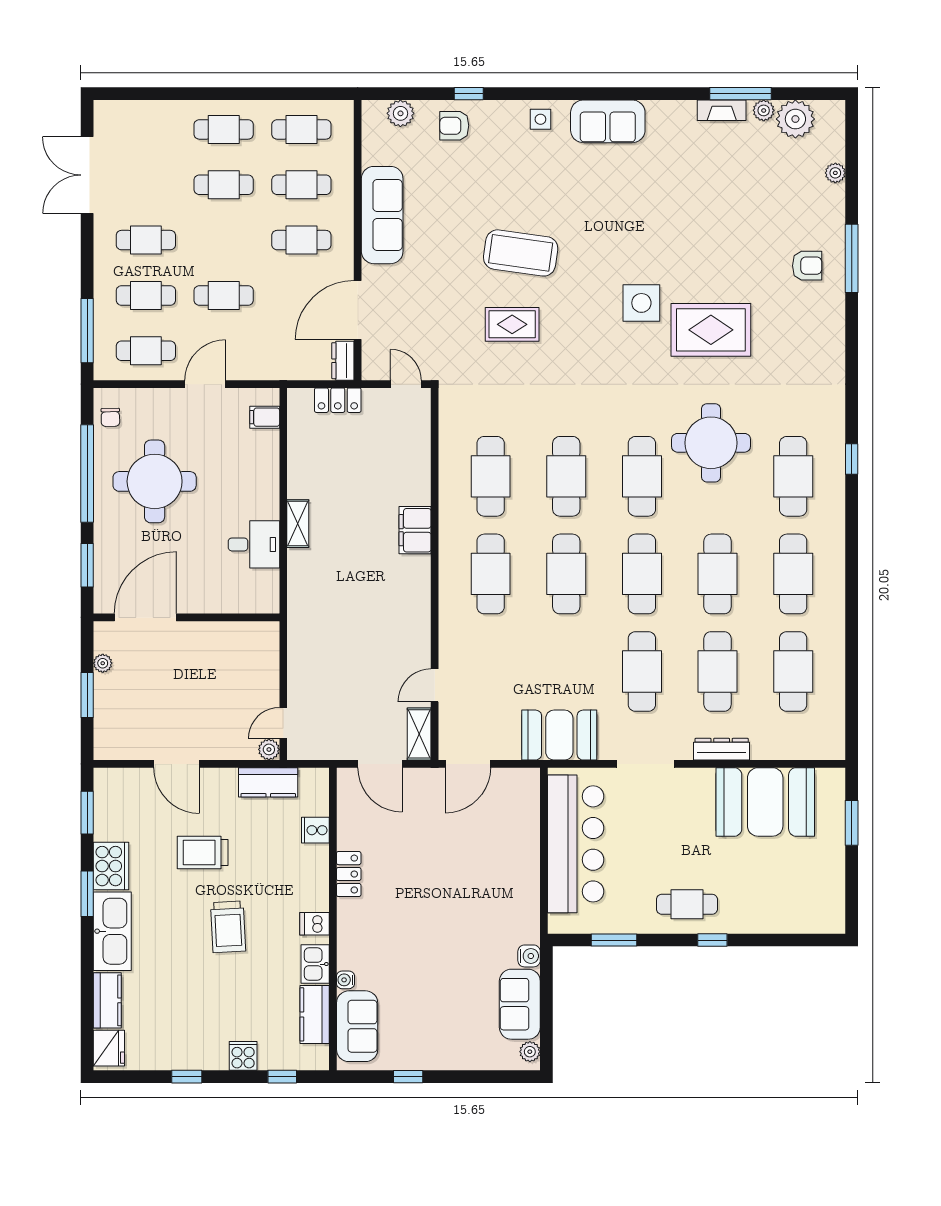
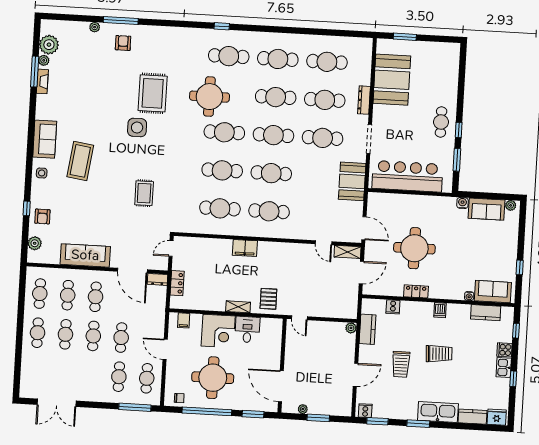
plant: (835, 173) -> (95, 27), moved
cafe table: (146, 240) -> (93, 336), moved
coffee table: (521, 253) -> (80, 161), moved
corner desk: (248, 487) -> (218, 331), added
pallet: (317, 583) -> (268, 299), added
door: (283, 723) -> (299, 318), moved
cooker: (111, 866) -> (365, 411), moved, width x0.53, depth x0.76
round table: (434, 866) -> (414, 248), added
window: (712, 940) -> (459, 130), moved
kitchen sink: (315, 964) -> (504, 368), moved, turned 90

